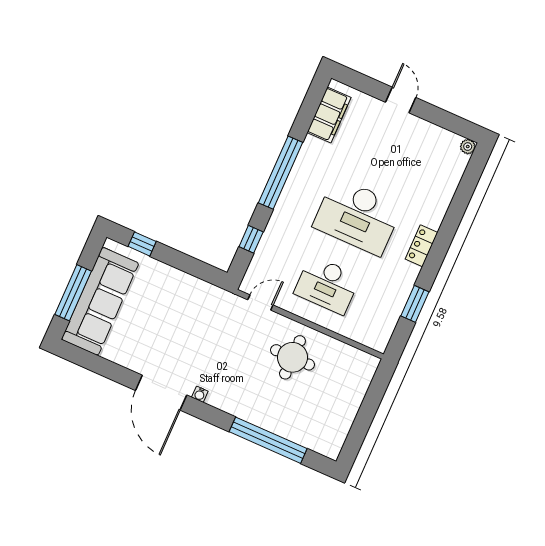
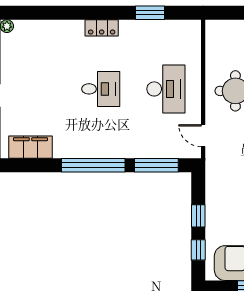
desk: (358, 216) -> (101, 89), width x0.53, depth x0.77
window: (251, 239) -> (156, 165), width x2.17
window: (178, 260) -> (198, 216), added

